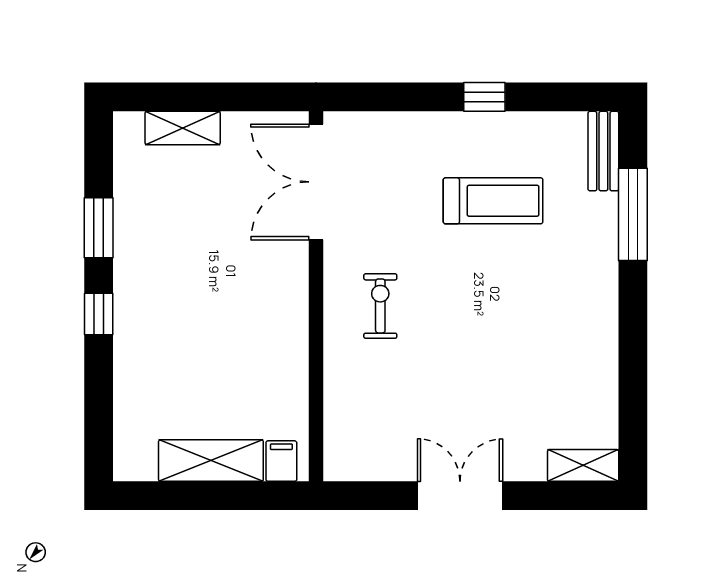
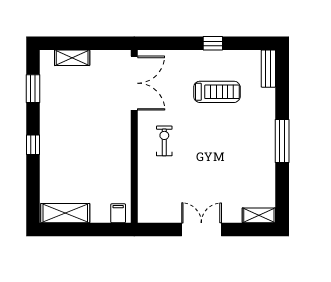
double door: (316, 182) -> (134, 83), swing flipped
window: (633, 214) -> (282, 141), moved
window: (99, 228) -> (33, 89), moved
shelving: (211, 461) -> (65, 213), moved

